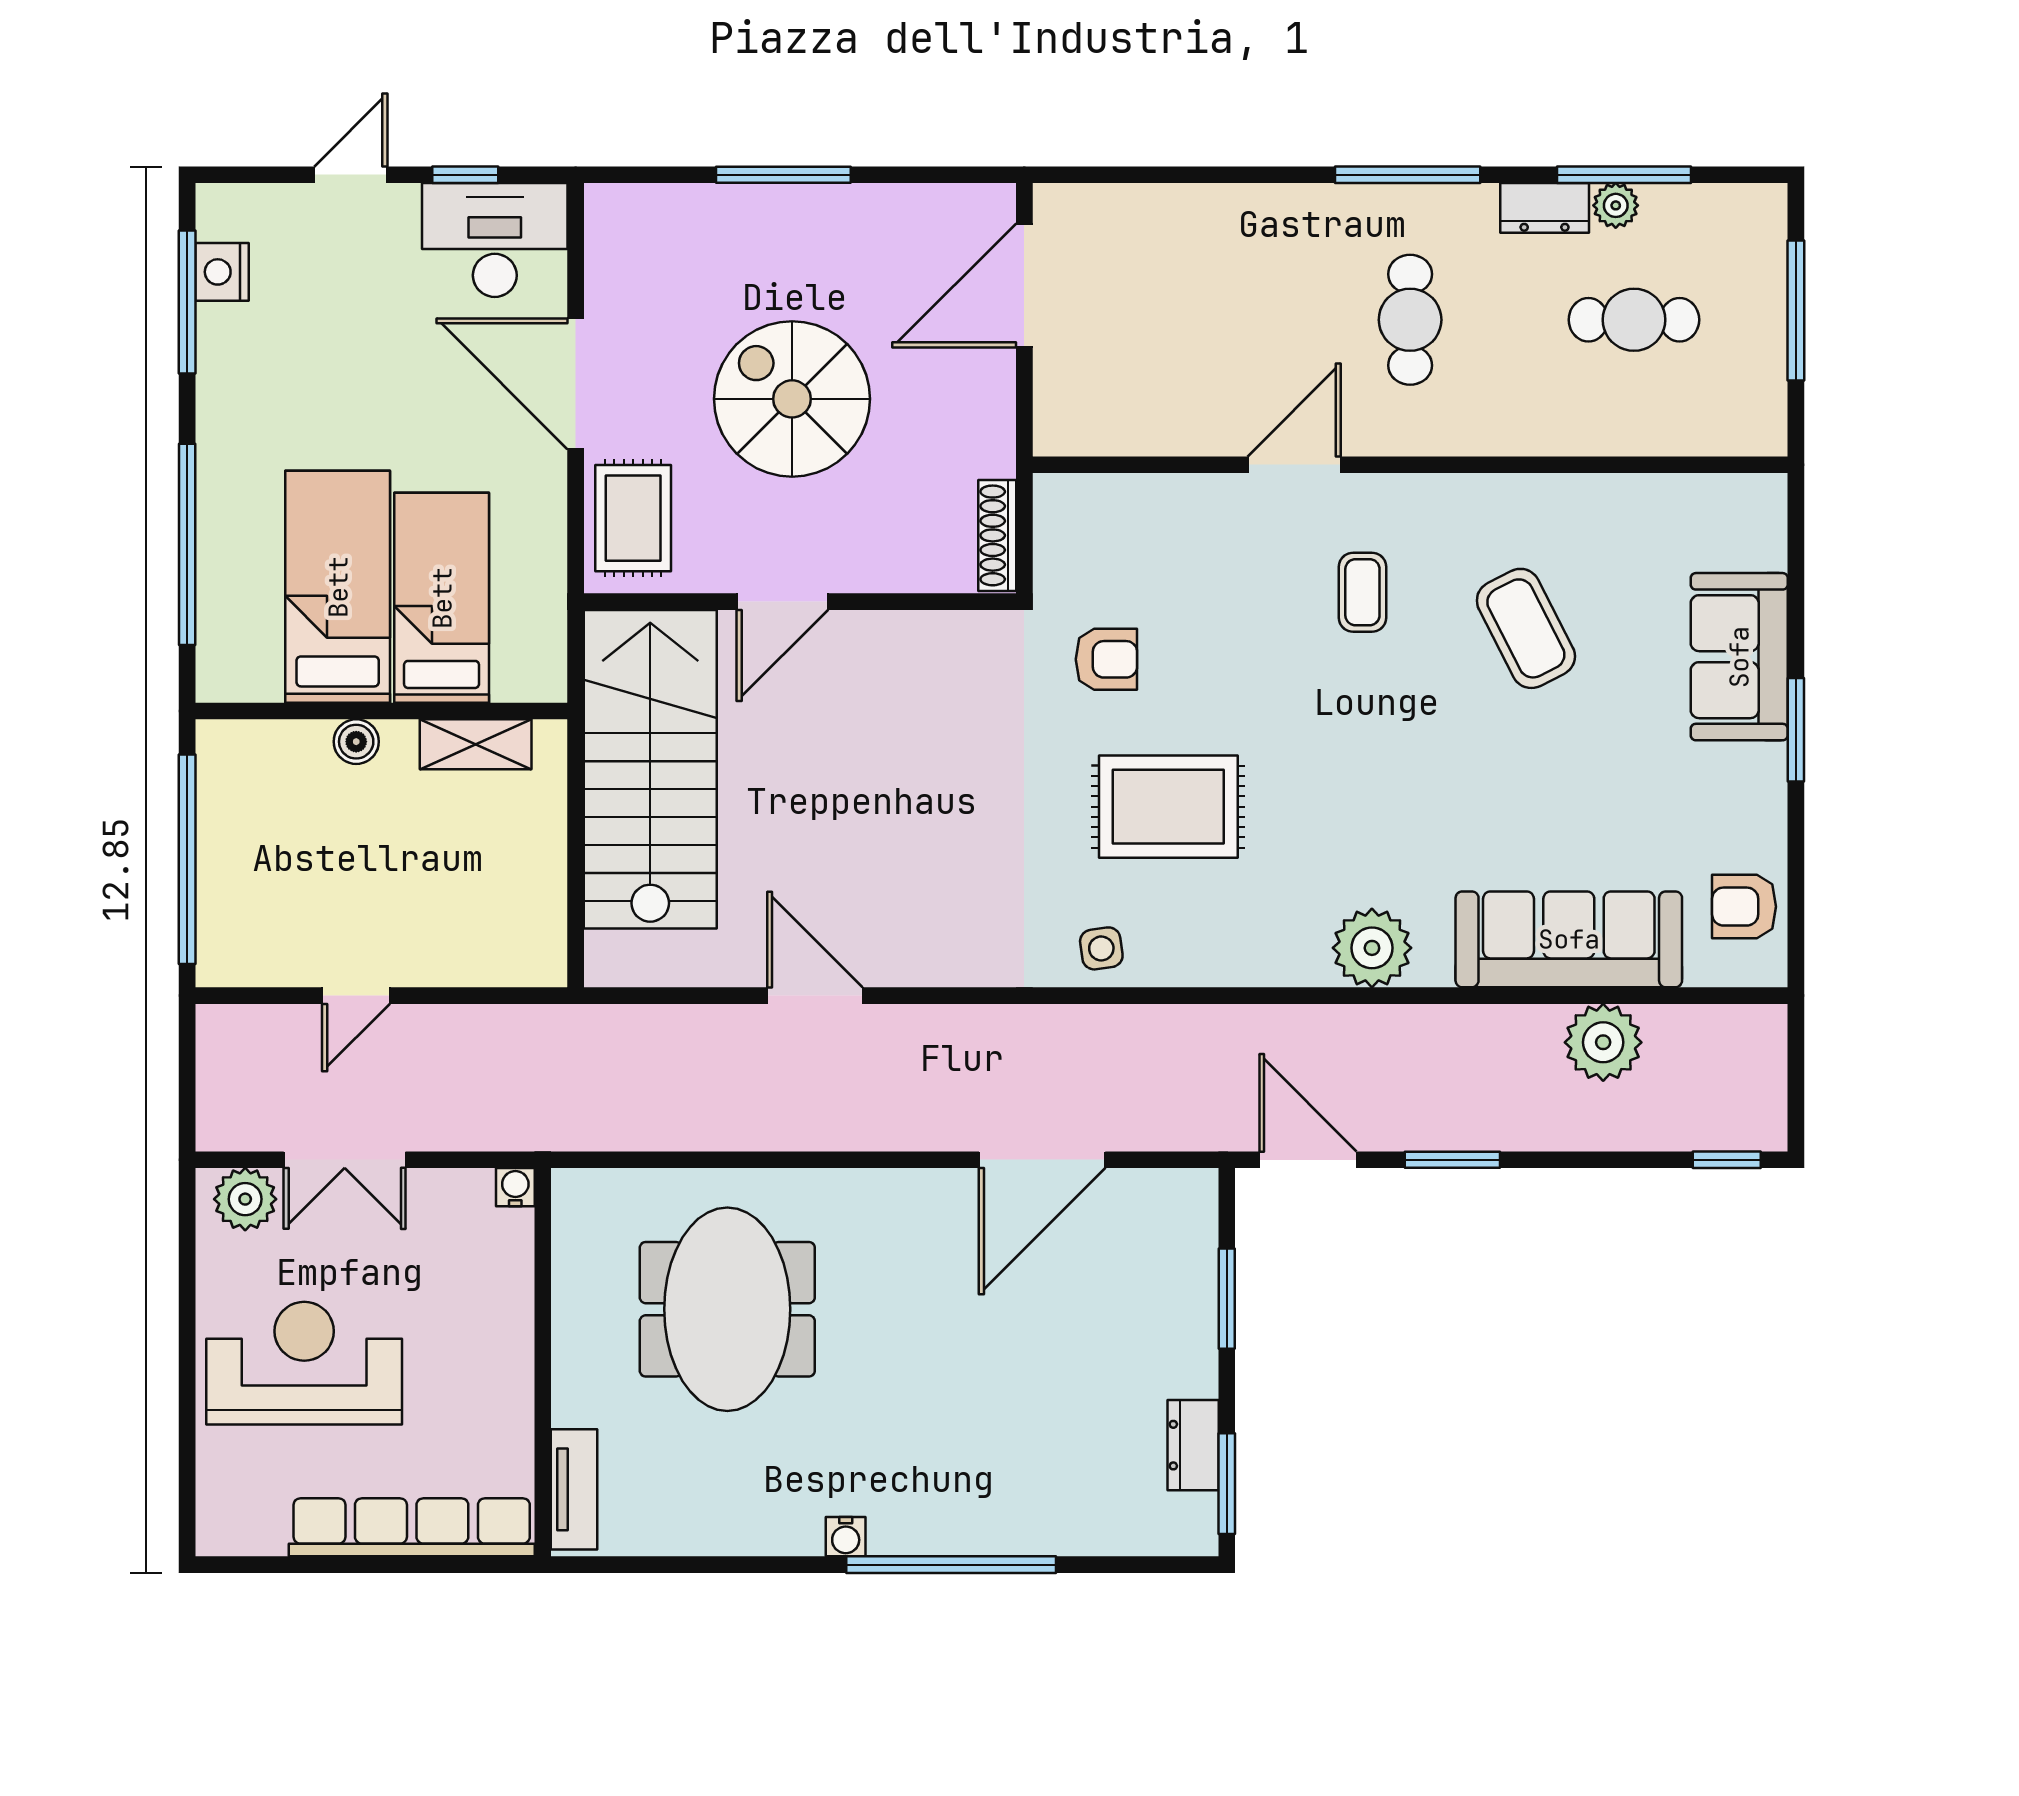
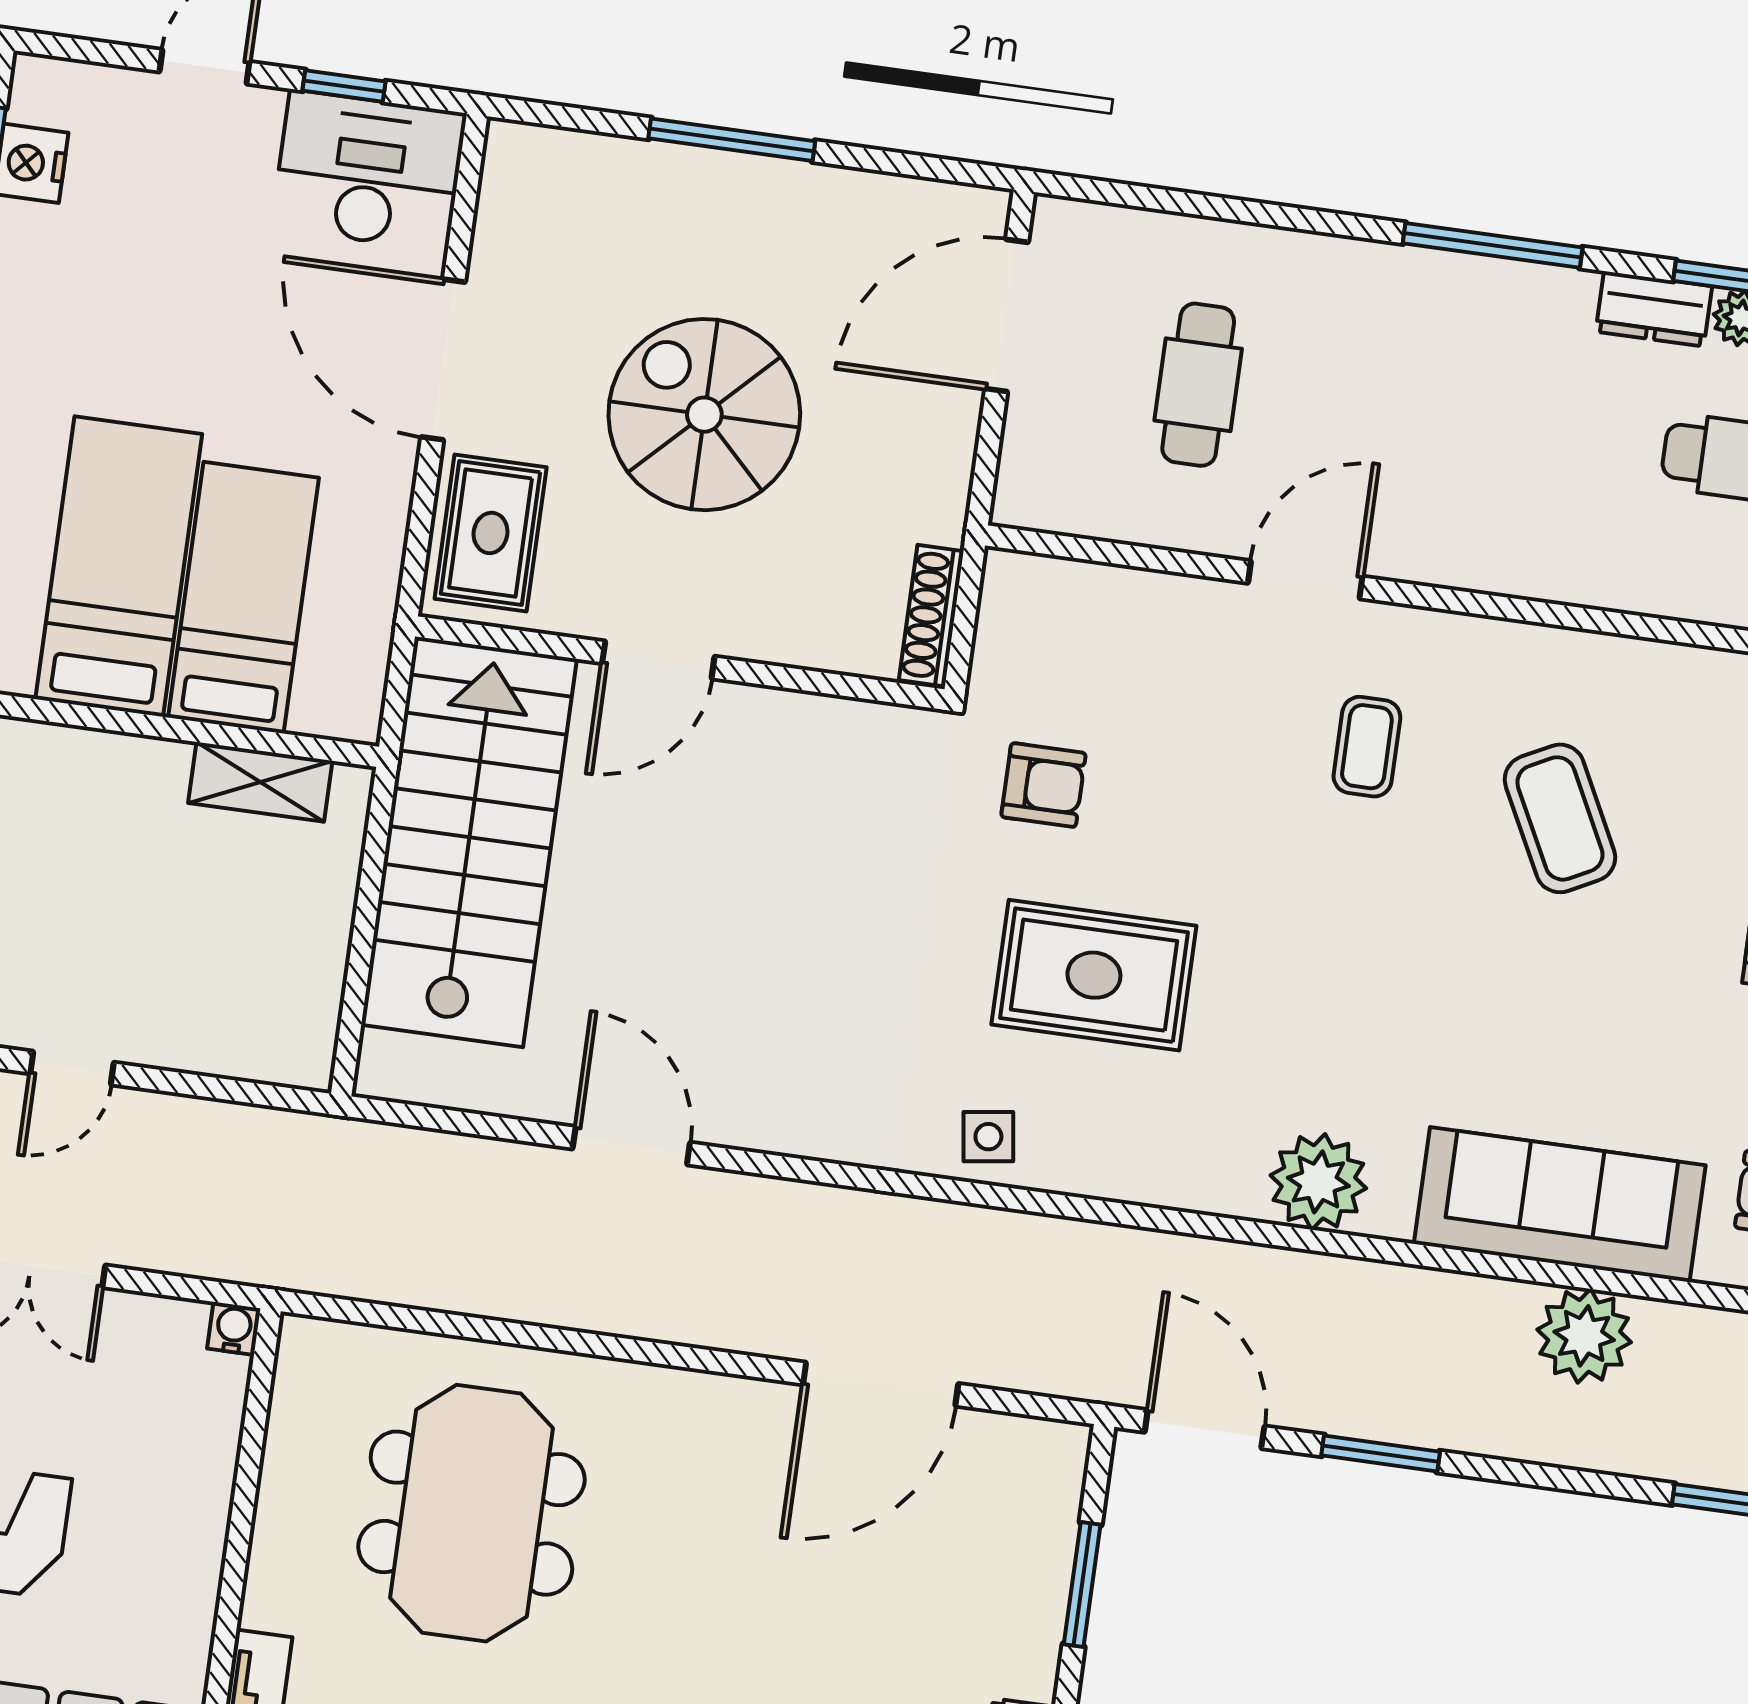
cafe table: (1410, 320) -> (1198, 385), moved
boiler: (356, 742) -> (115, 759), removed

